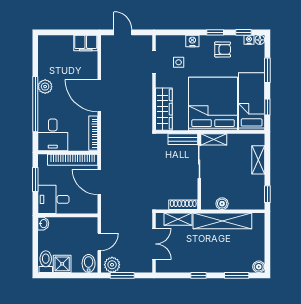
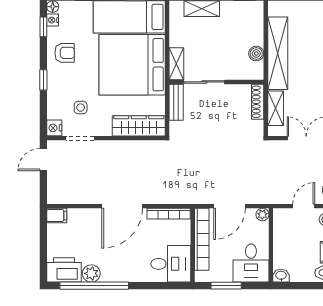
door: (123, 32) -> (43, 159), moved
window: (215, 32) -> (43, 80), moved
nightstand: (192, 41) -> (54, 128), moved
filing cabinet: (86, 43) -> (57, 216), width x0.50
printer: (48, 49) -> (64, 270), added
armchair: (223, 49) -> (65, 53), turned 90
plant: (45, 87) -> (91, 273), moved
window: (35, 104) -> (94, 286), moved
plant: (93, 209) -> (262, 215), added
door: (99, 242) -> (304, 206), hinge flipped

